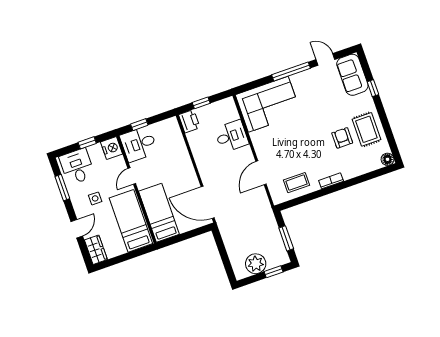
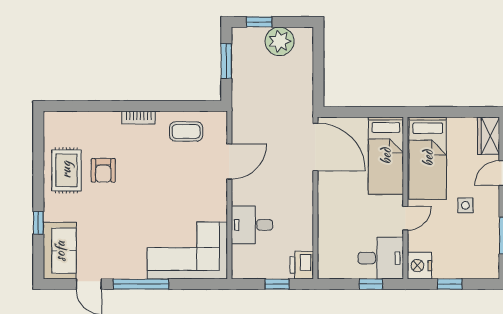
floor lamp: (388, 159) -> (52, 120), removed
desk: (77, 166) -> (475, 257), removed

